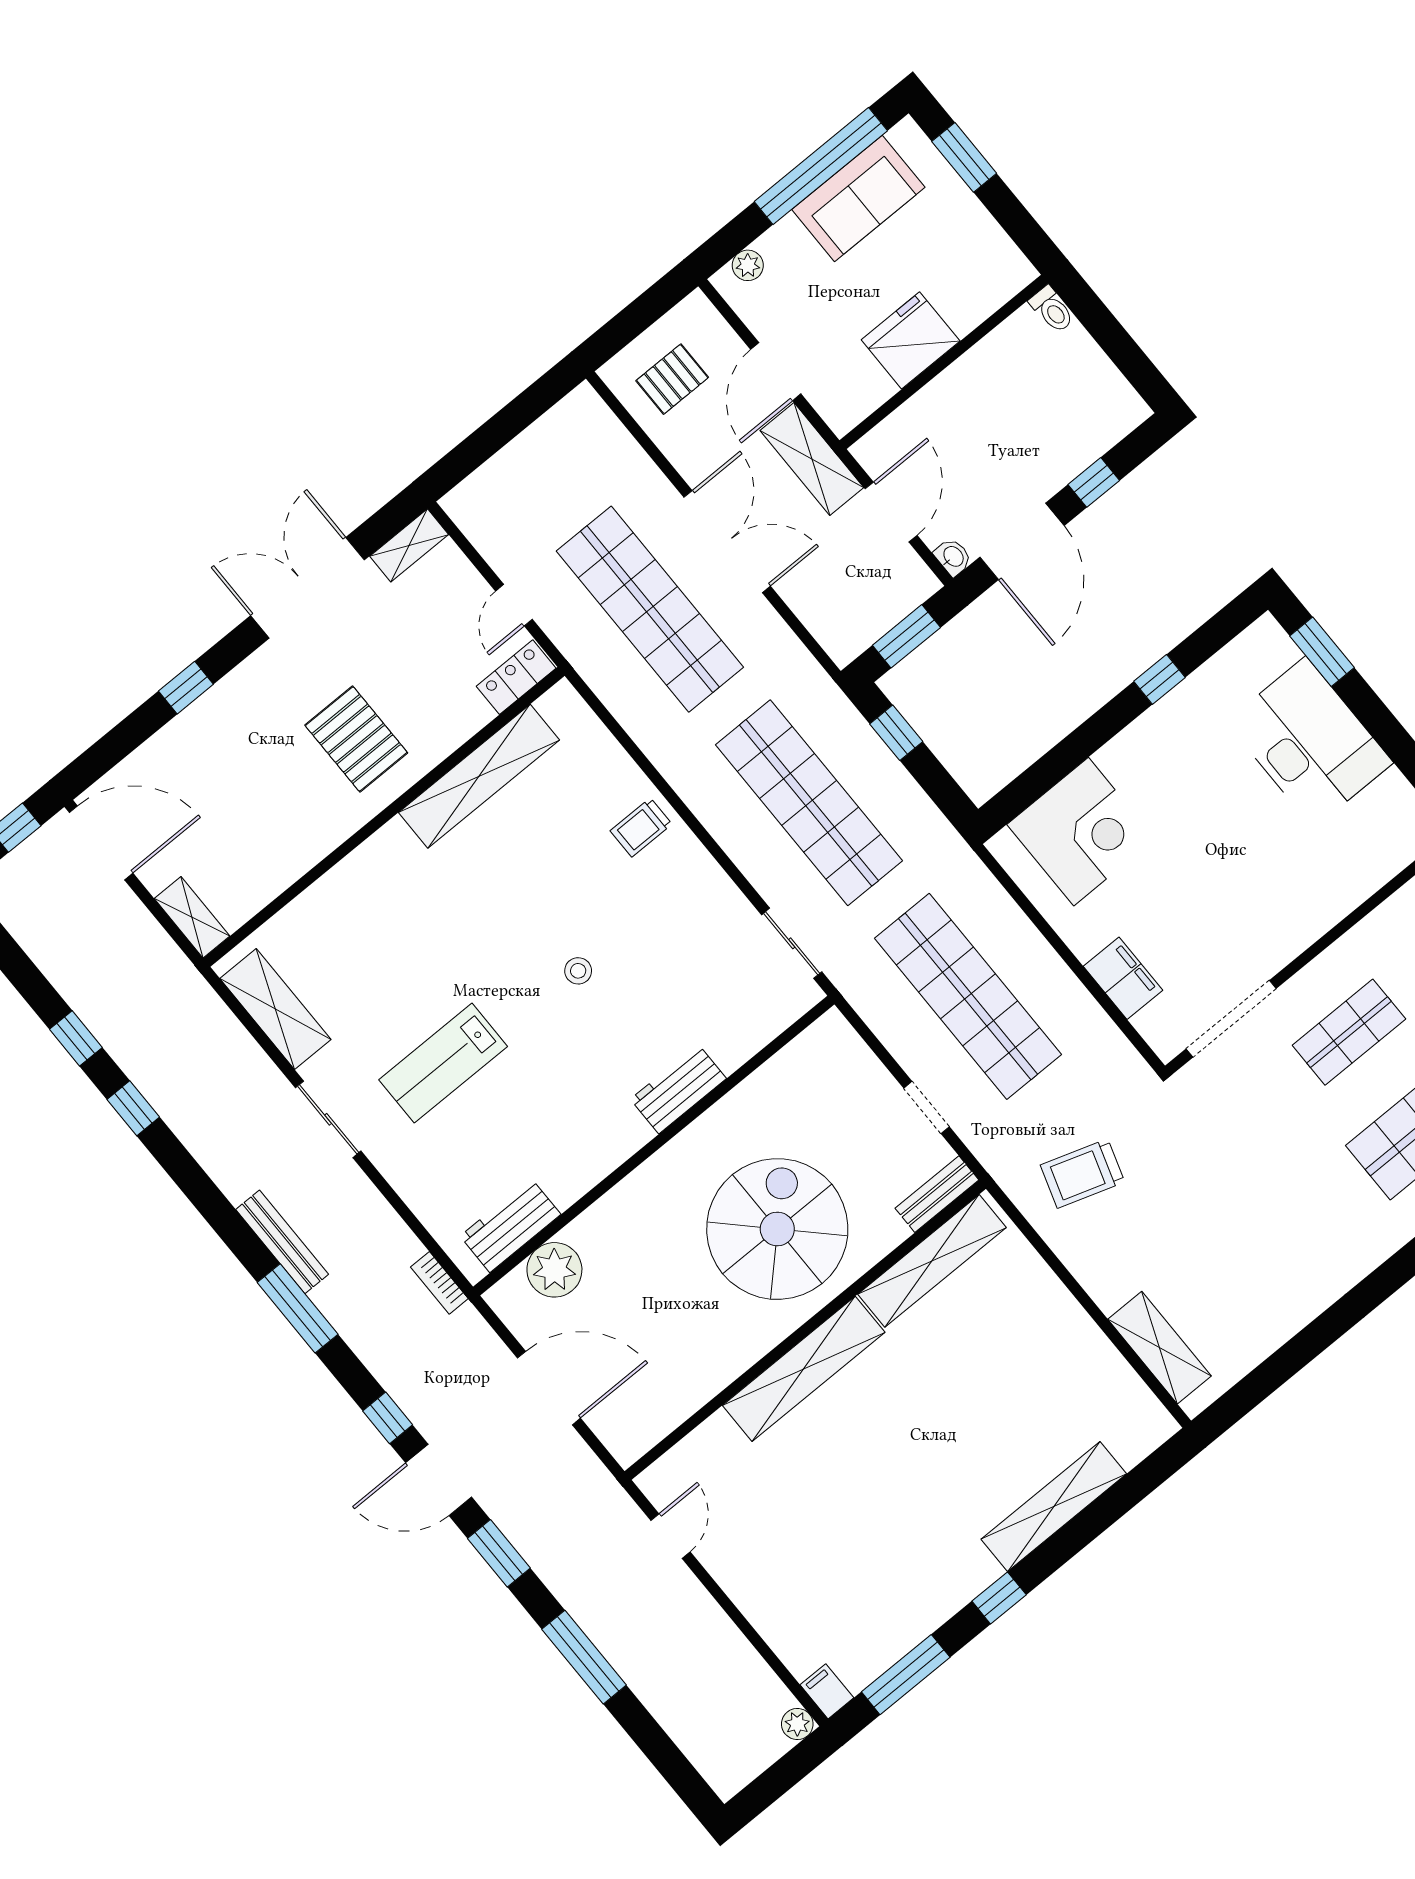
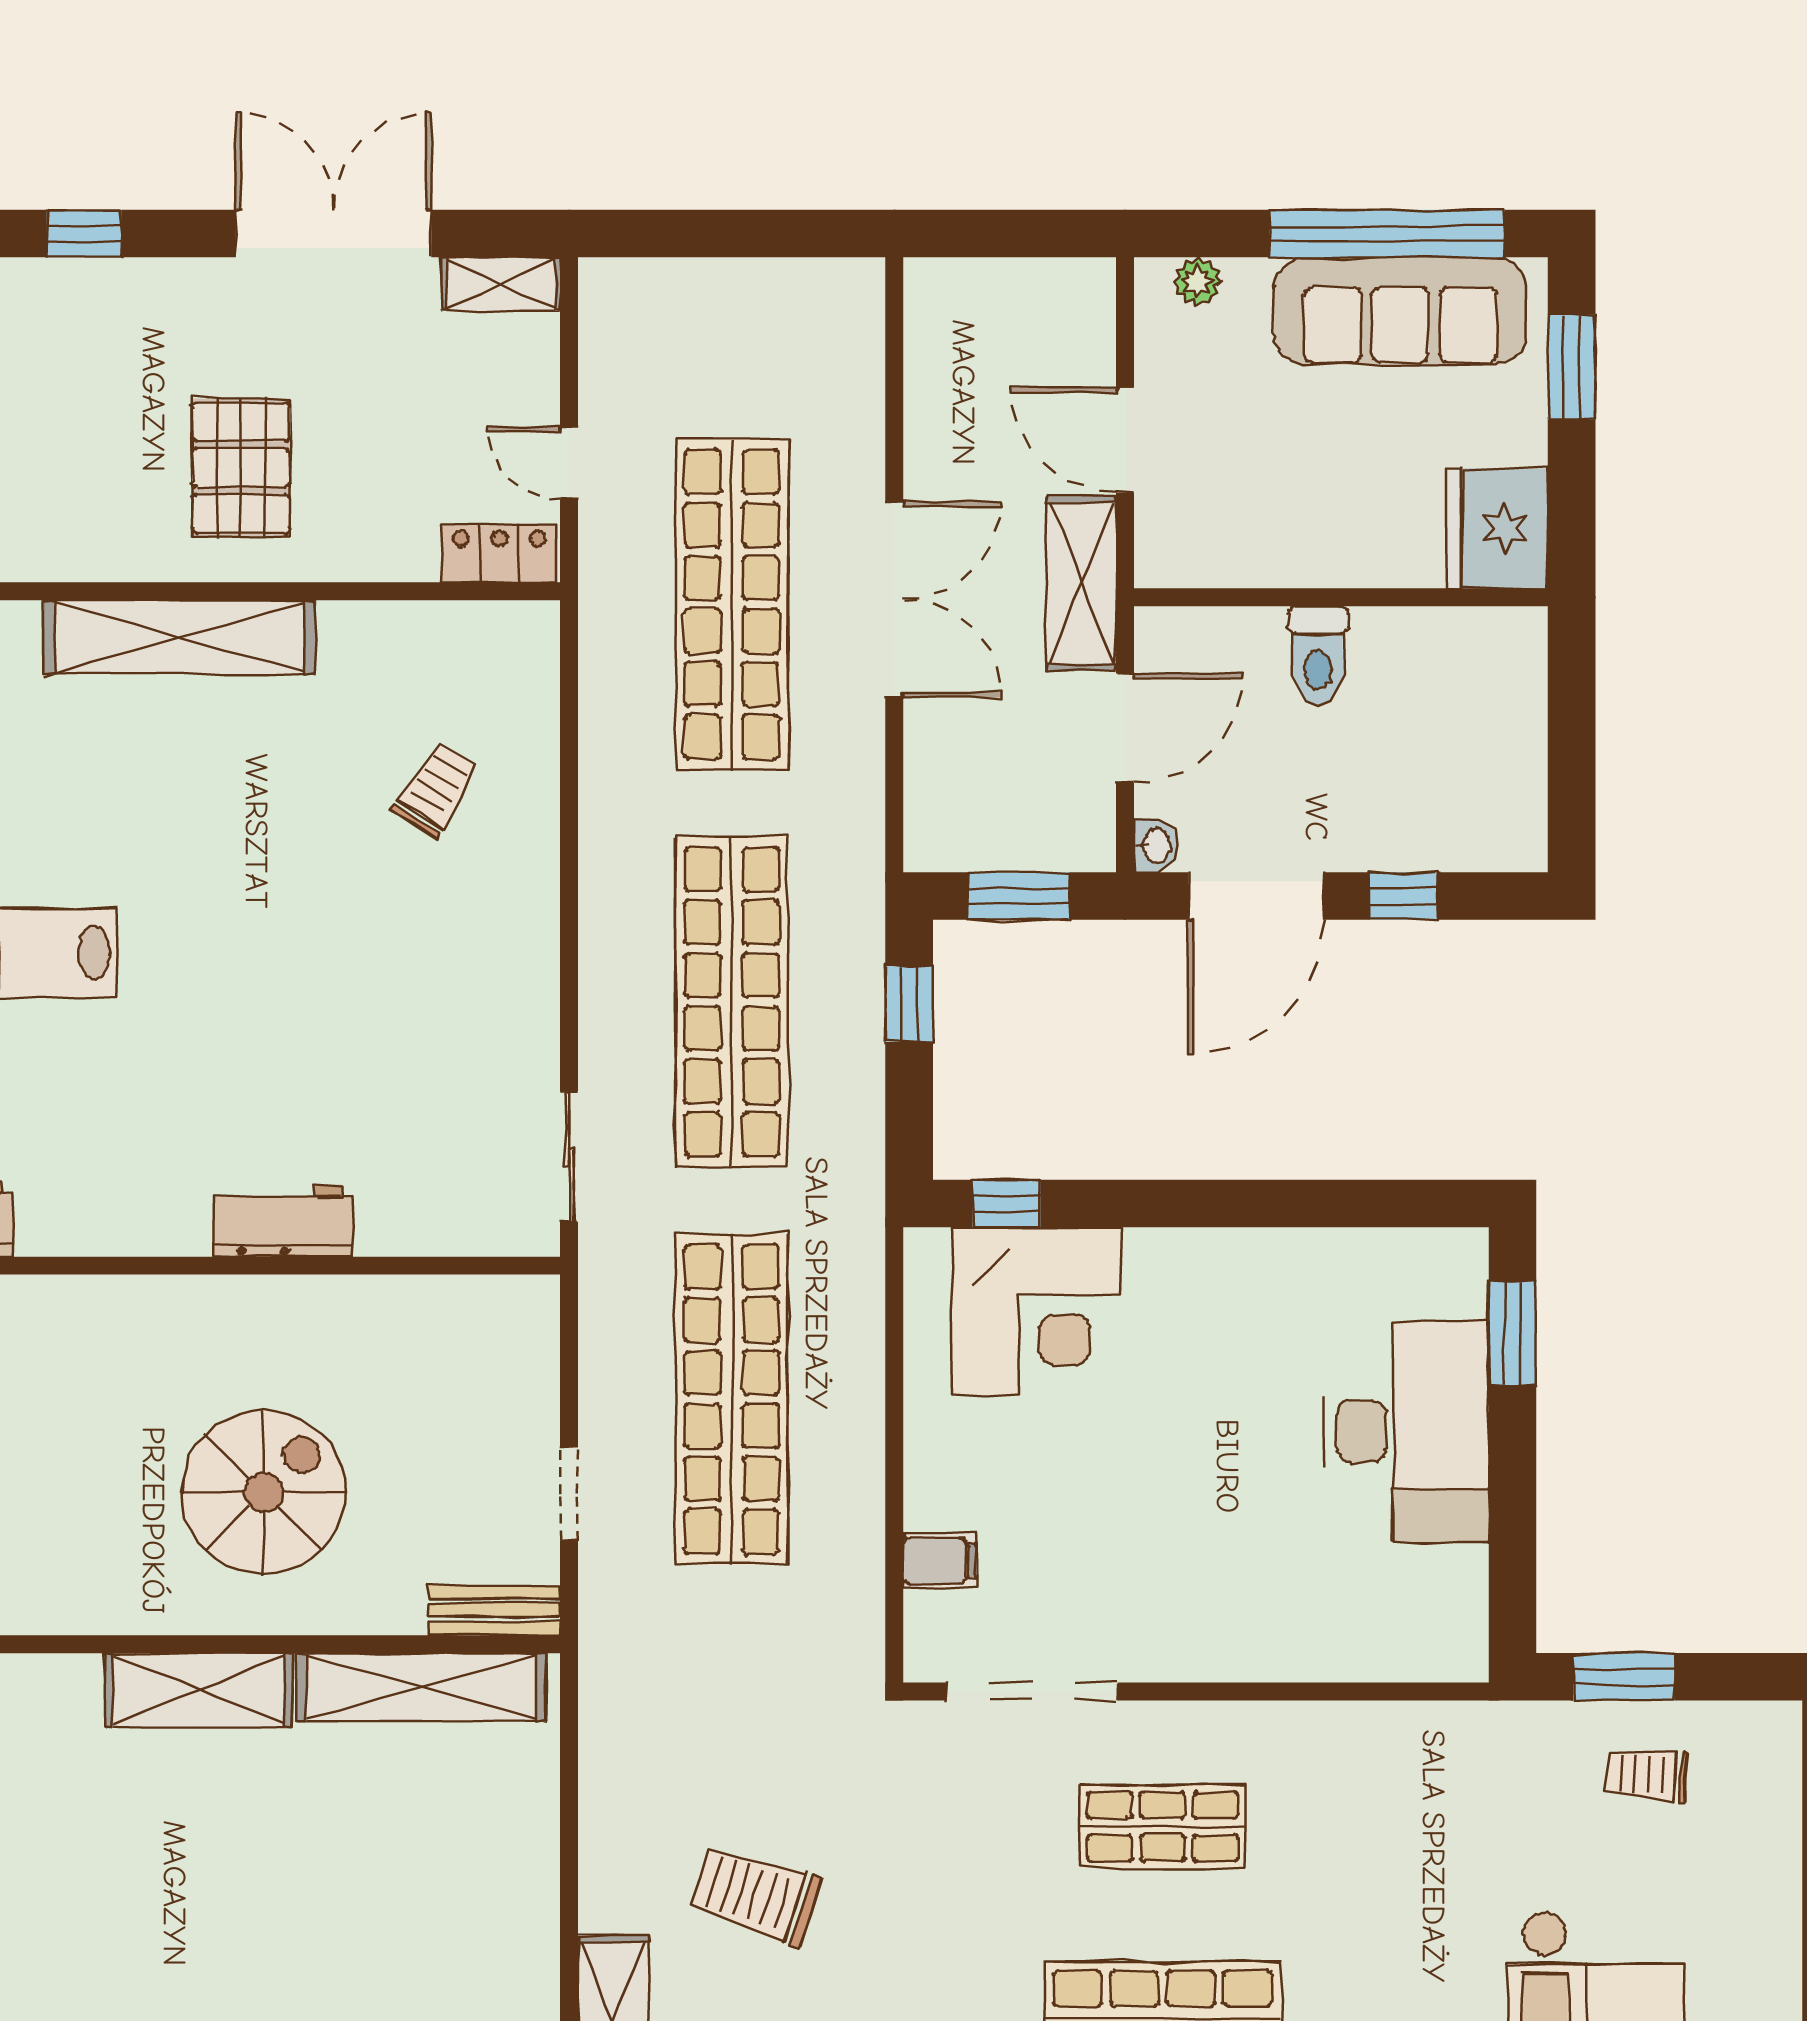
sofa: (858, 198) -> (1401, 311), width x1.36
toilet: (1052, 309) -> (1318, 656), moved, width x1.37, depth x1.39
fridge: (911, 340) -> (1497, 528), moved, turned -90
door: (776, 372) -> (1125, 440), hinge flipped
pallet: (672, 379) -> (991, 345), removed
door: (514, 605) -> (569, 463), hinge flipped
window: (1160, 679) -> (1007, 1204), moved
shelving: (479, 776) -> (180, 637), moved
trolley: (641, 827) -> (436, 789), moved, turned 122
stool: (578, 971) -> (280, 975), removed
filing cabinet: (1123, 978) -> (940, 1561), width x0.50
trolley: (1082, 1174) -> (756, 1895), moved
spiral stairs: (777, 1229) -> (264, 1492), width x0.73, depth x0.73
shelving: (804, 1369) -> (199, 1690), width x0.68

